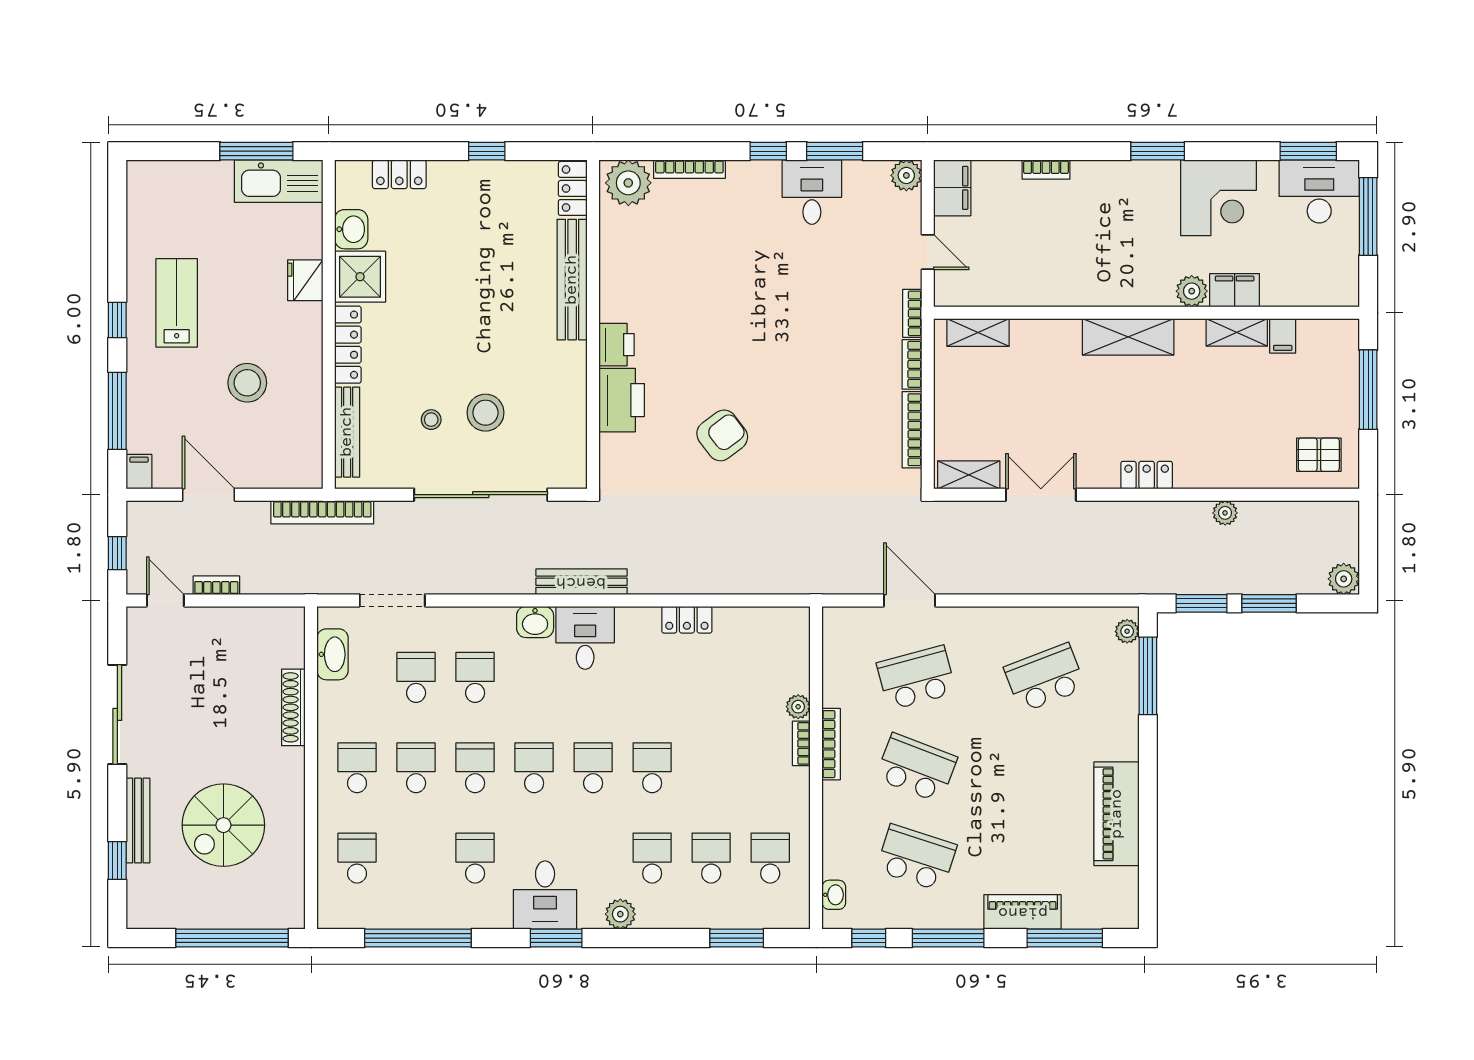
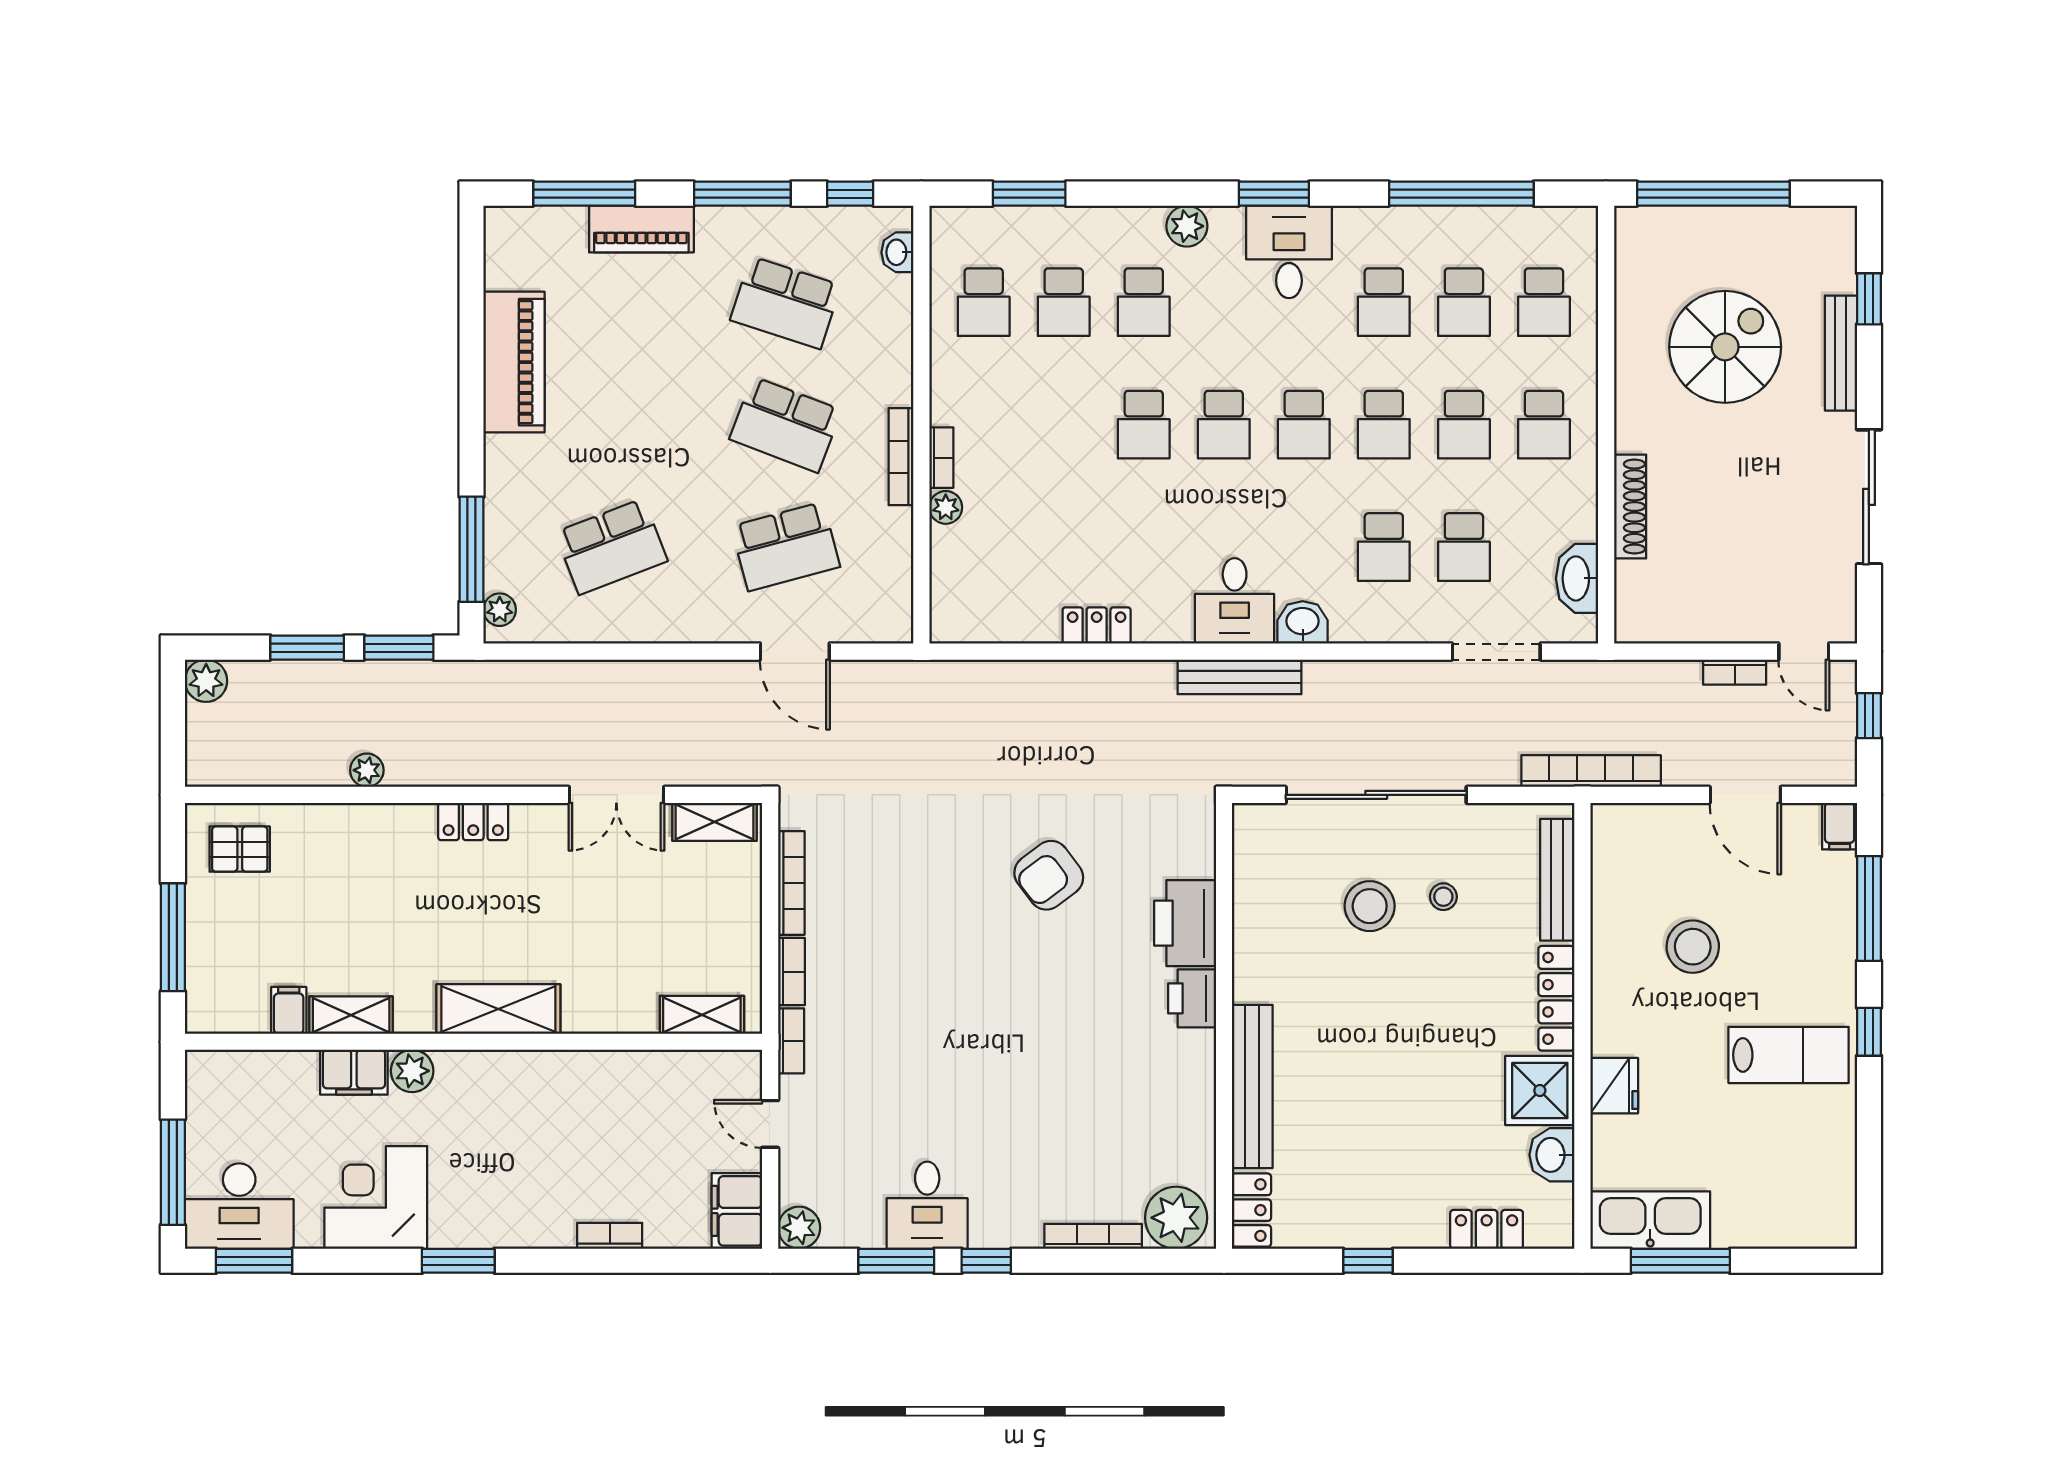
lab bench: (177, 303) -> (1789, 1055), turned -90
school desk: (416, 858) -> (1464, 302), added

